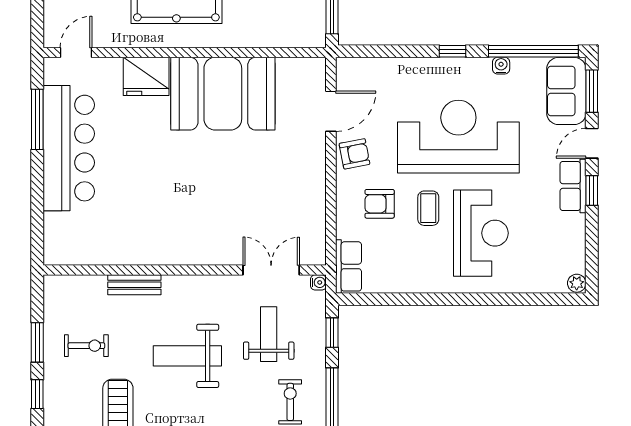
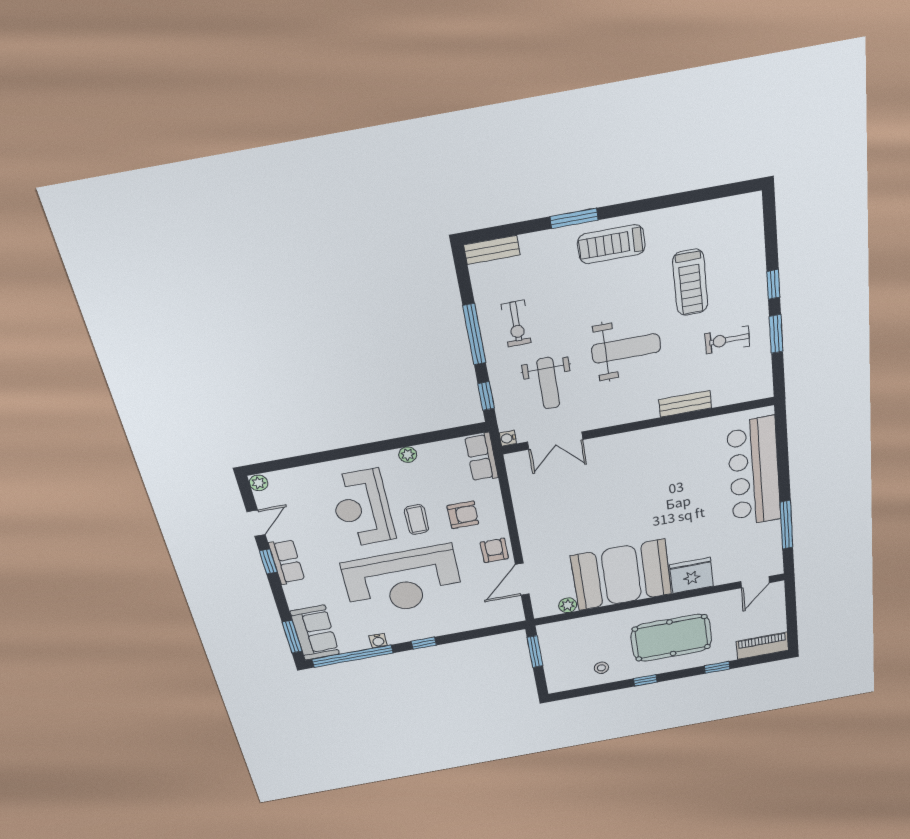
plant: (287, 67) -> (568, 605), added
door: (592, 143) -> (256, 523), moved
bar counter: (69, 148) -> (754, 472), moved
armchair: (355, 154) -> (494, 550), turned 101
plant: (422, 284) -> (408, 455), added

